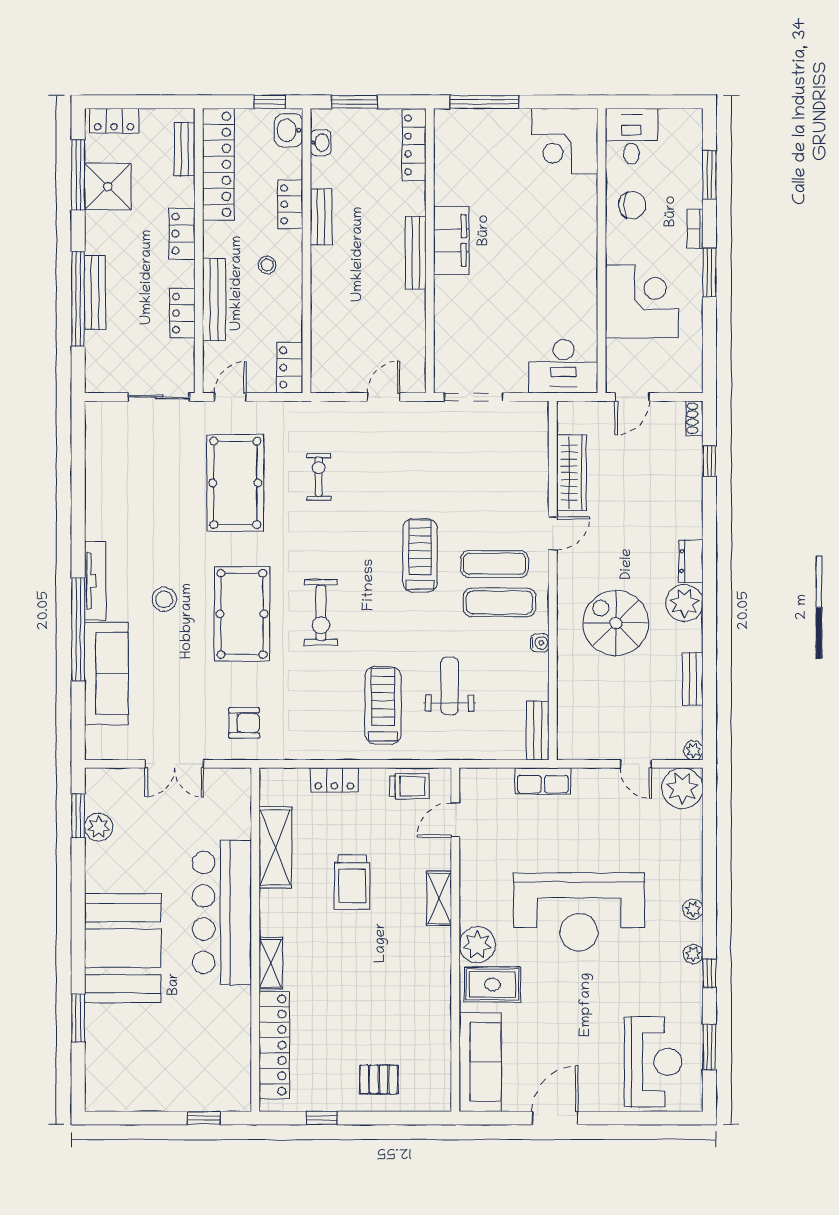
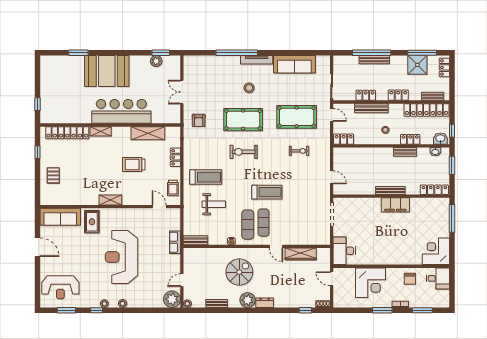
sofa: (106, 673) -> (294, 64), moved
shelving: (439, 898) -> (110, 200), moved
plant: (477, 945) -> (108, 216), removed

